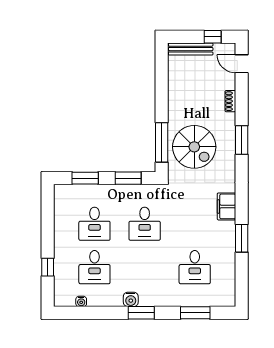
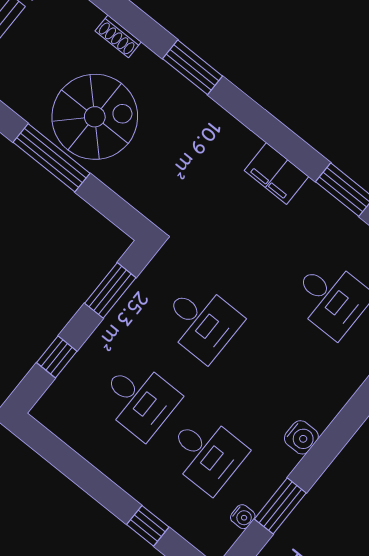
window: (162, 142) -> (51, 158), moved
spiral stairs: (194, 147) -> (95, 117), moved
window: (85, 178) -> (57, 357), width x0.67
window: (141, 313) -> (280, 506), moved

